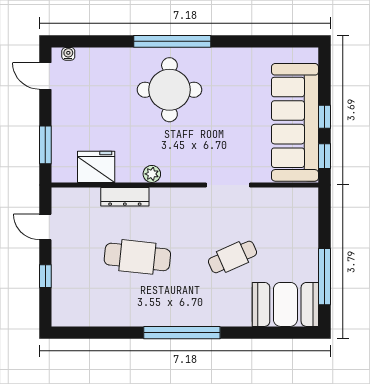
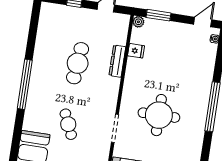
round table: (169, 90) -> (159, 115), moved
fridge: (96, 167) -> (136, 51), width x0.53, depth x0.75
plant: (152, 174) -> (138, 22), moved

